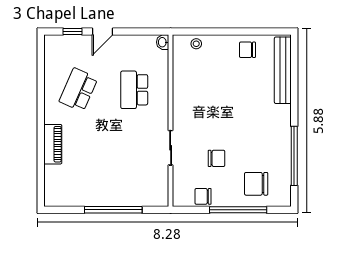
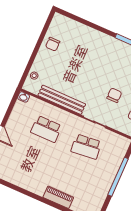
bench: (283, 70) -> (62, 100), moved
school desk: (78, 90) -> (86, 147), moved, turned -30

